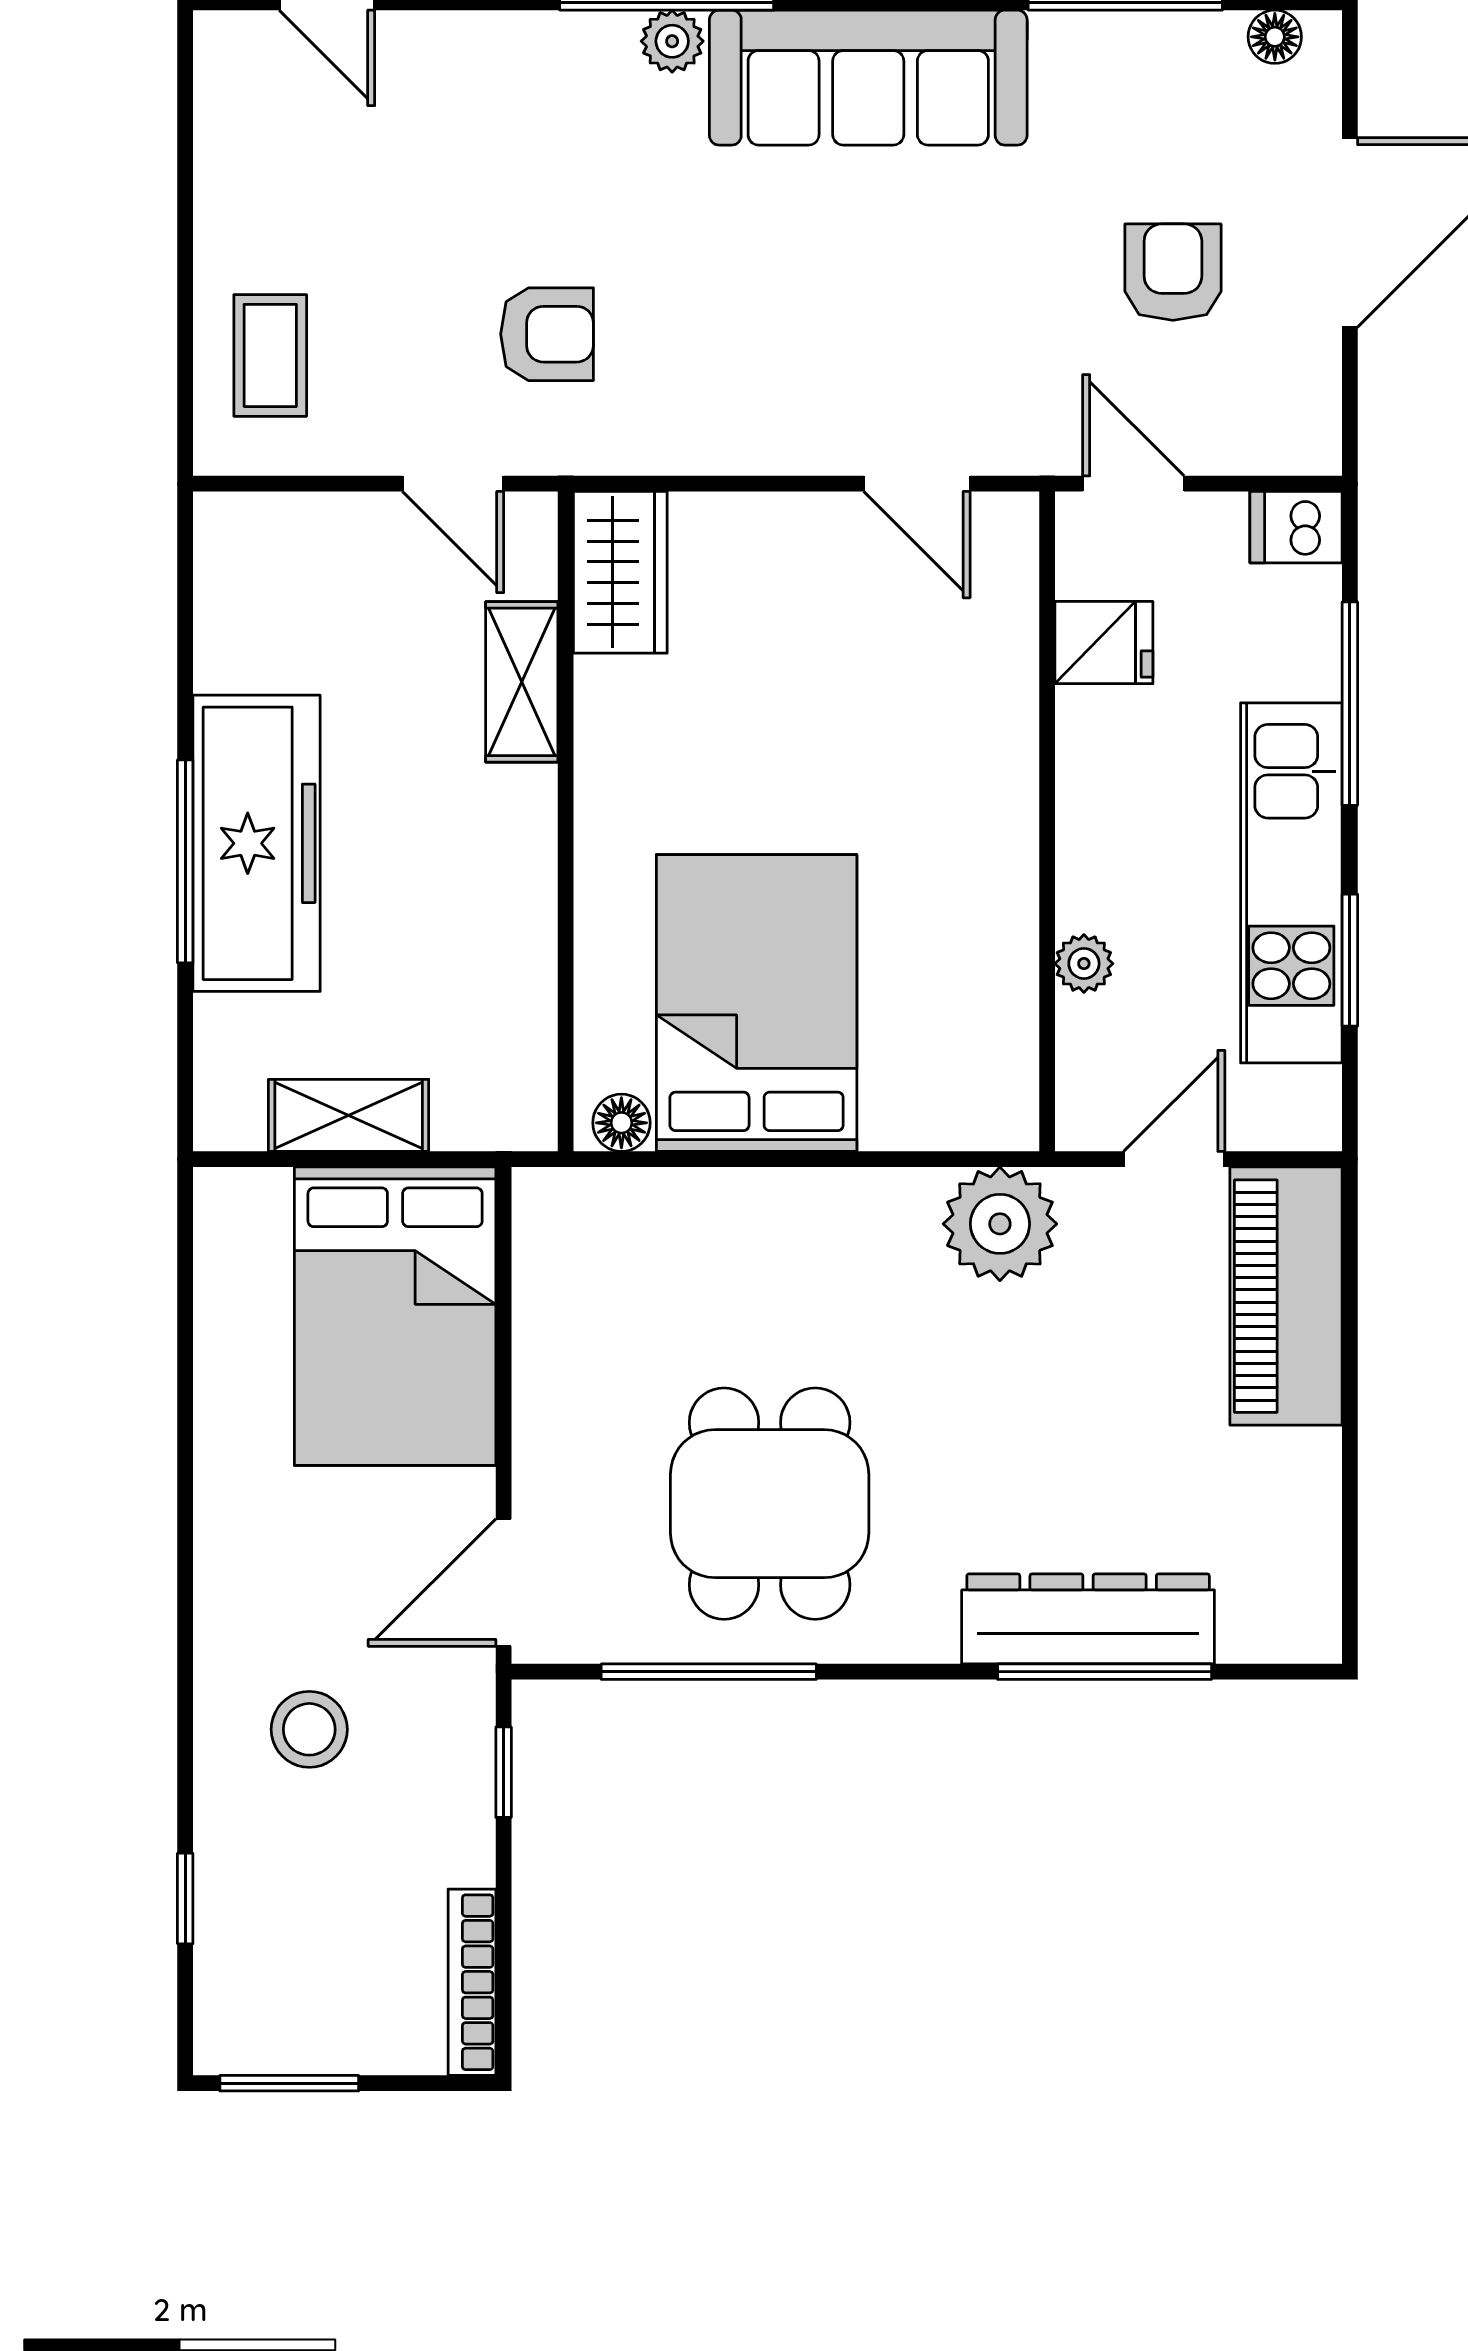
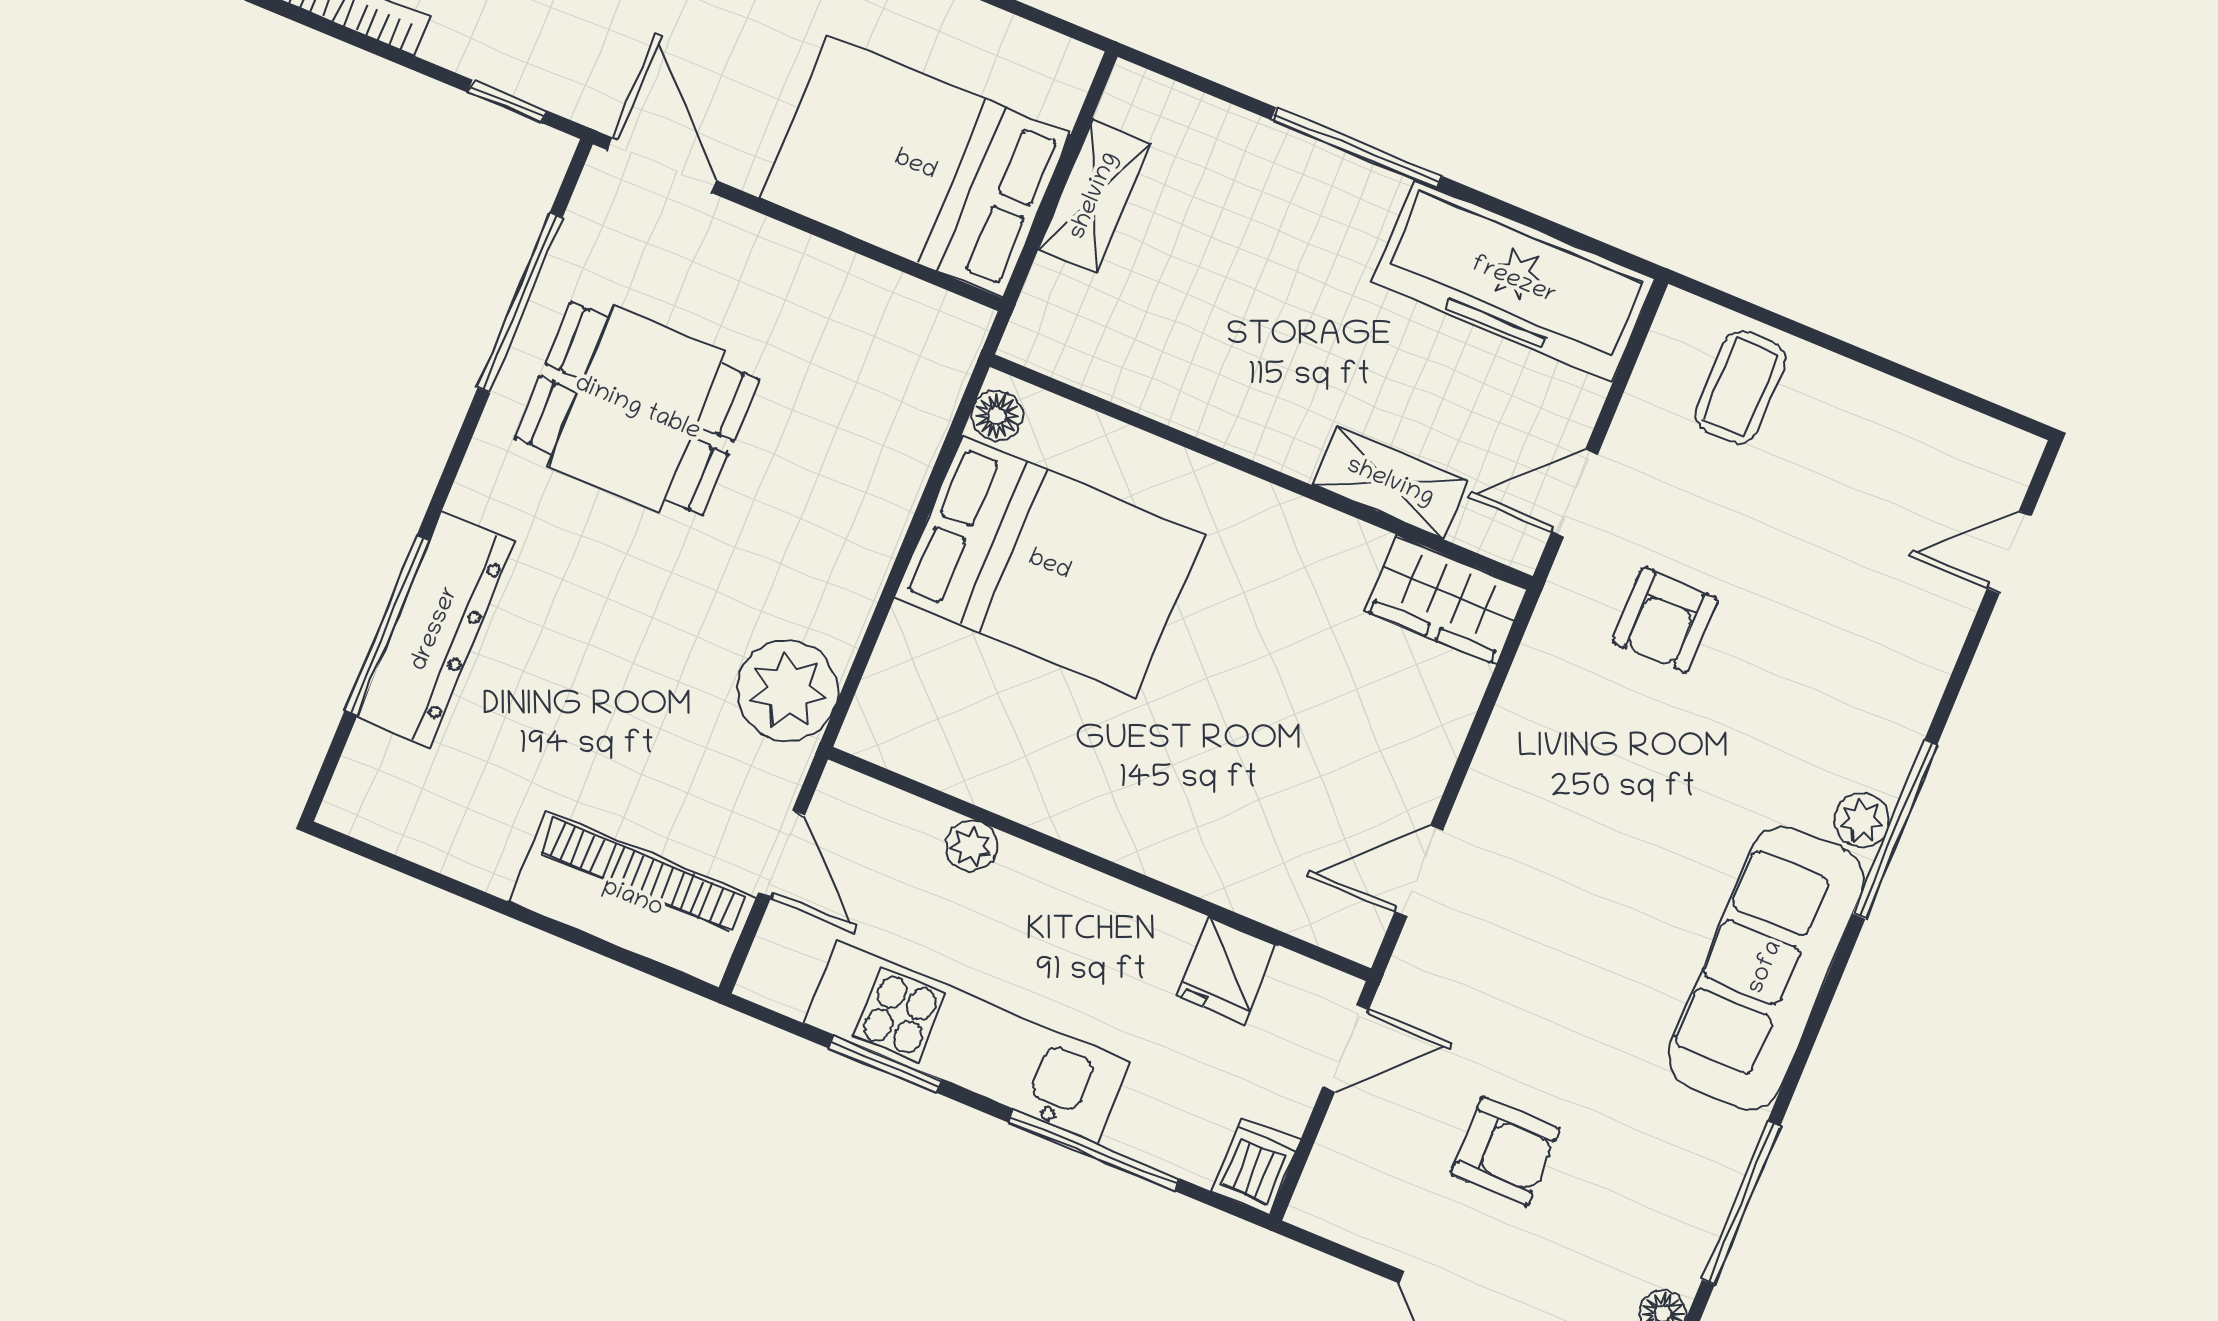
coffee table: (270, 355) -> (1741, 387), turned 90
freezer: (257, 843) -> (1513, 281), moved

